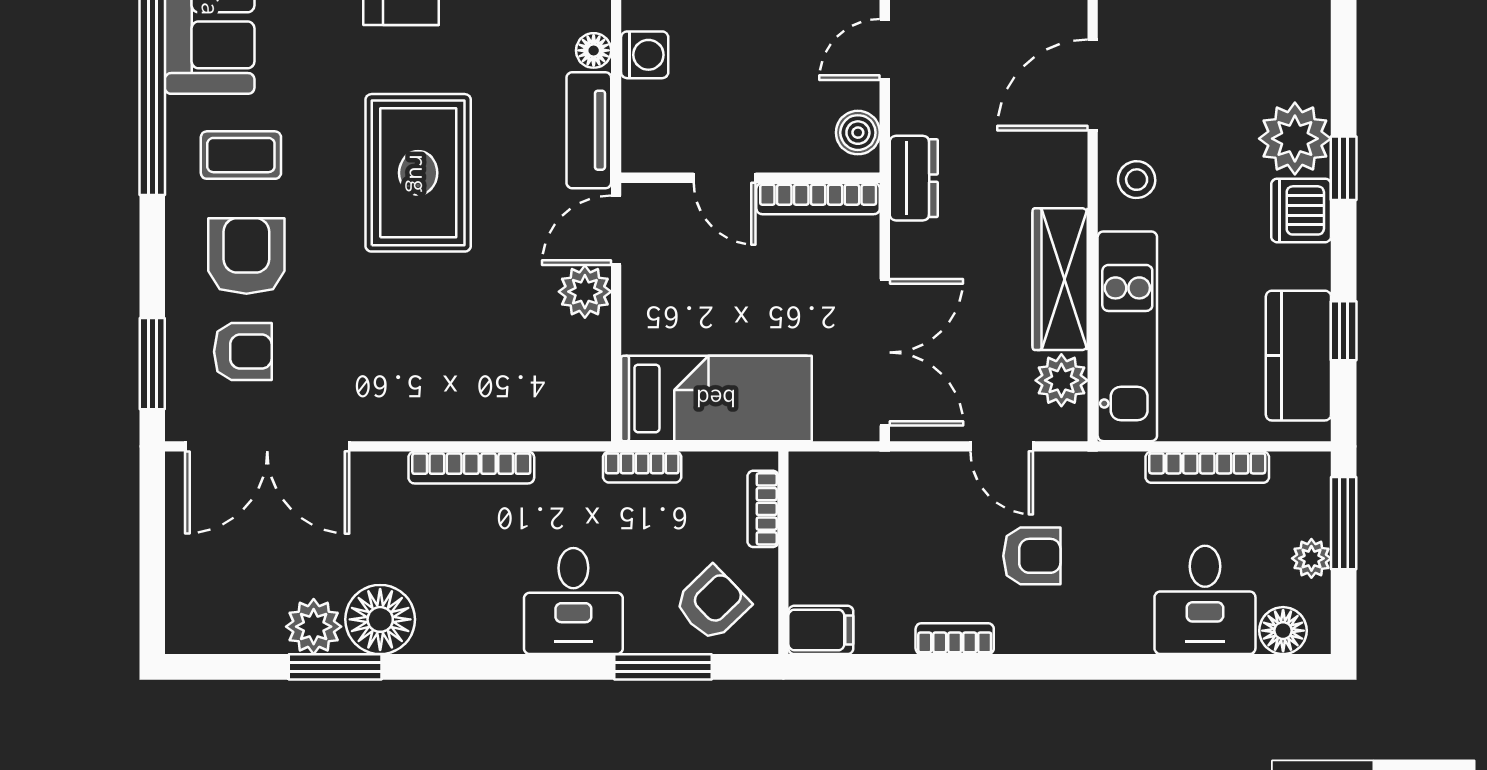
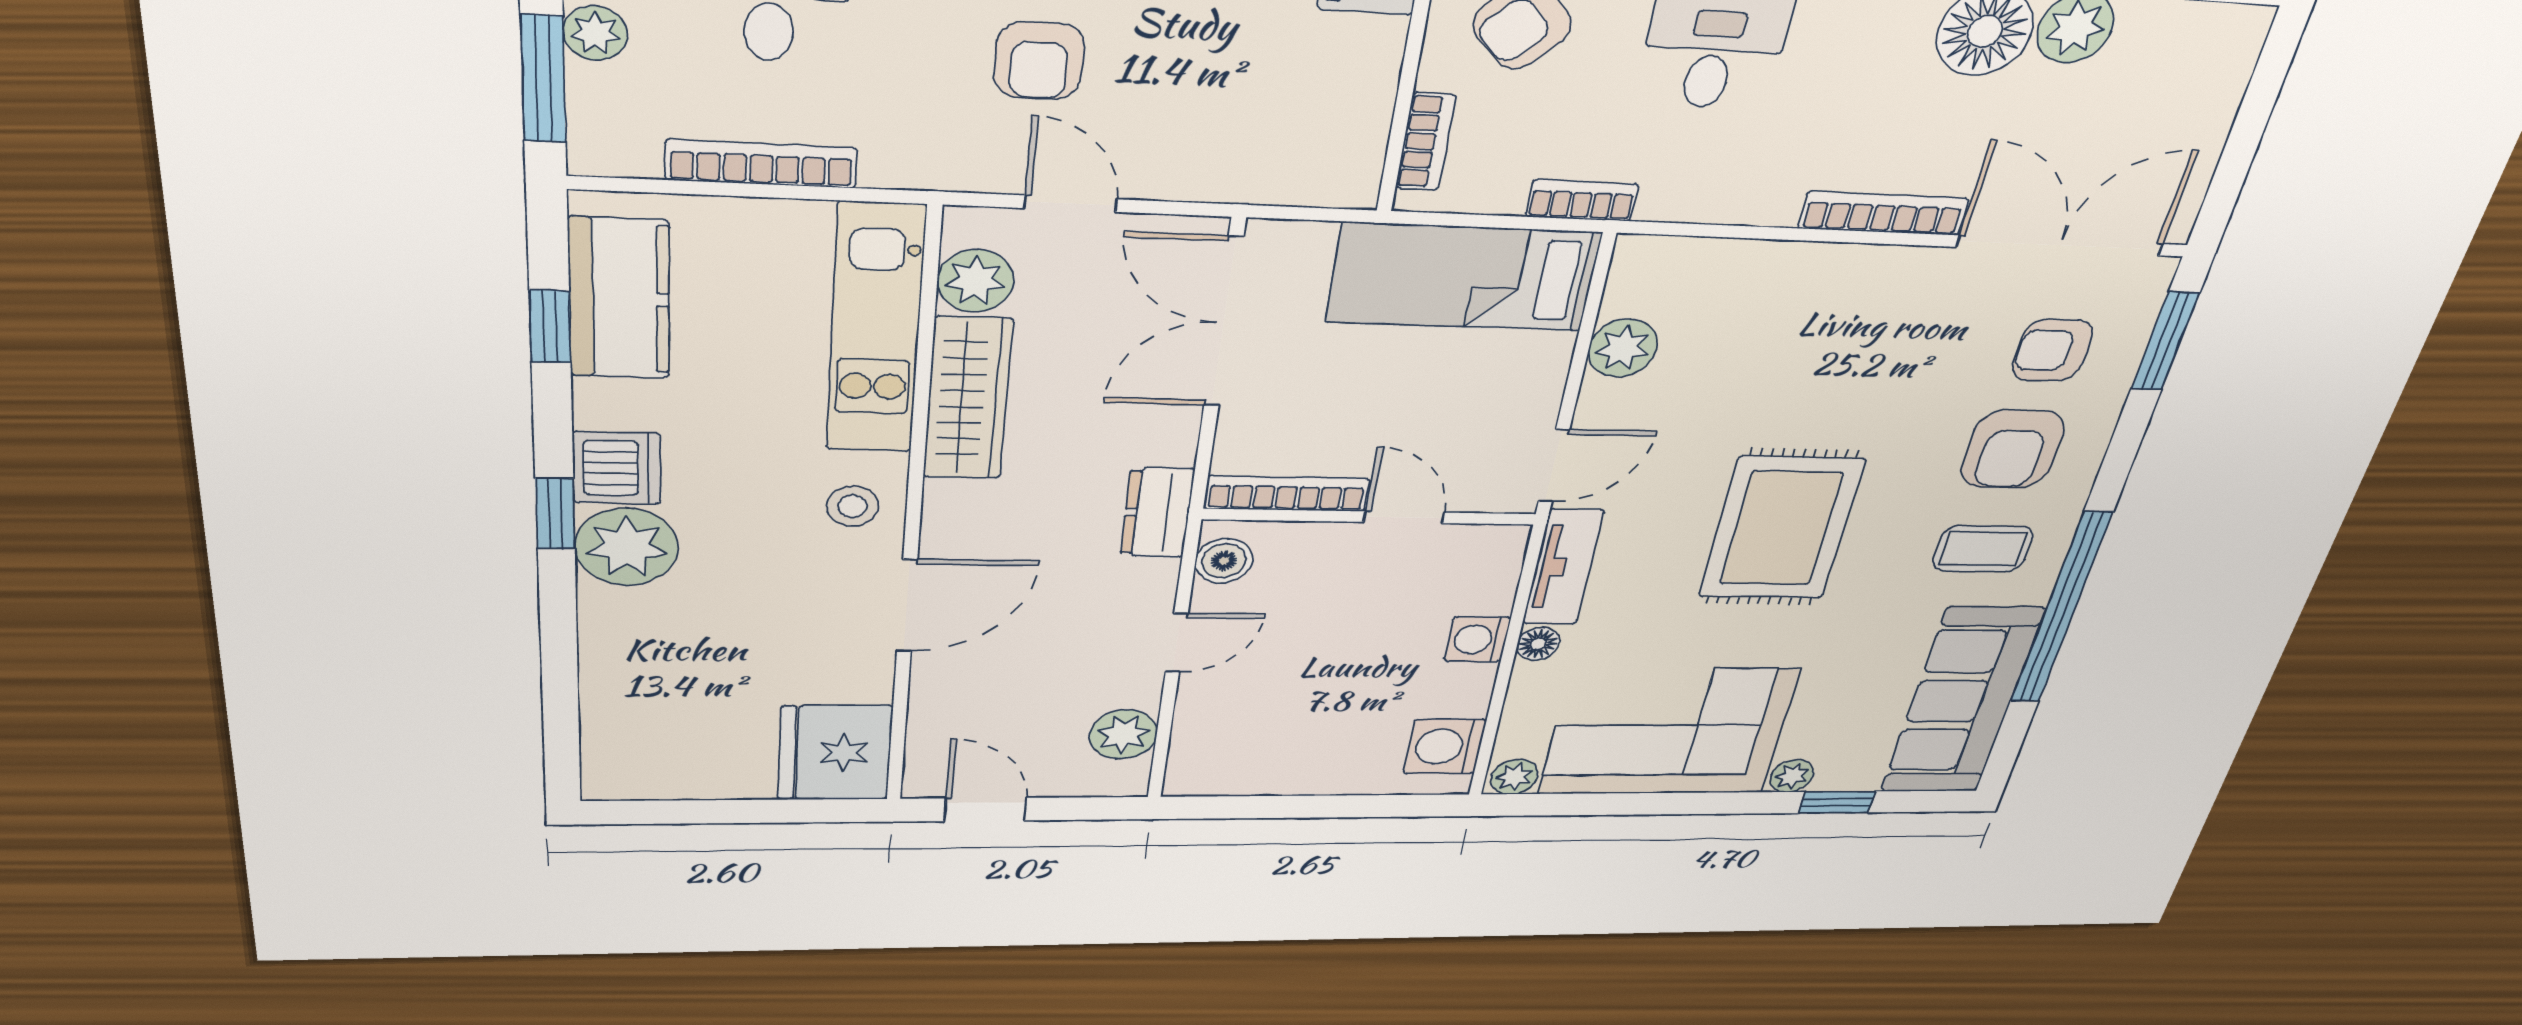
plant: (585, 292) -> (1623, 348), moved
bookcase: (471, 467) -> (1884, 213), moved
armchair: (1032, 556) -> (1039, 61), turned -90

